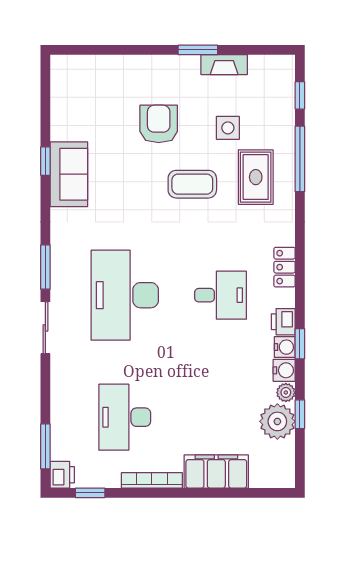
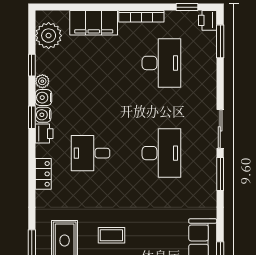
coffee table: (192, 184) -> (111, 235), width x0.73, depth x0.77
desk: (125, 295) -> (161, 153), width x0.73, depth x0.77
plant: (277, 421) -> (49, 36), moved

